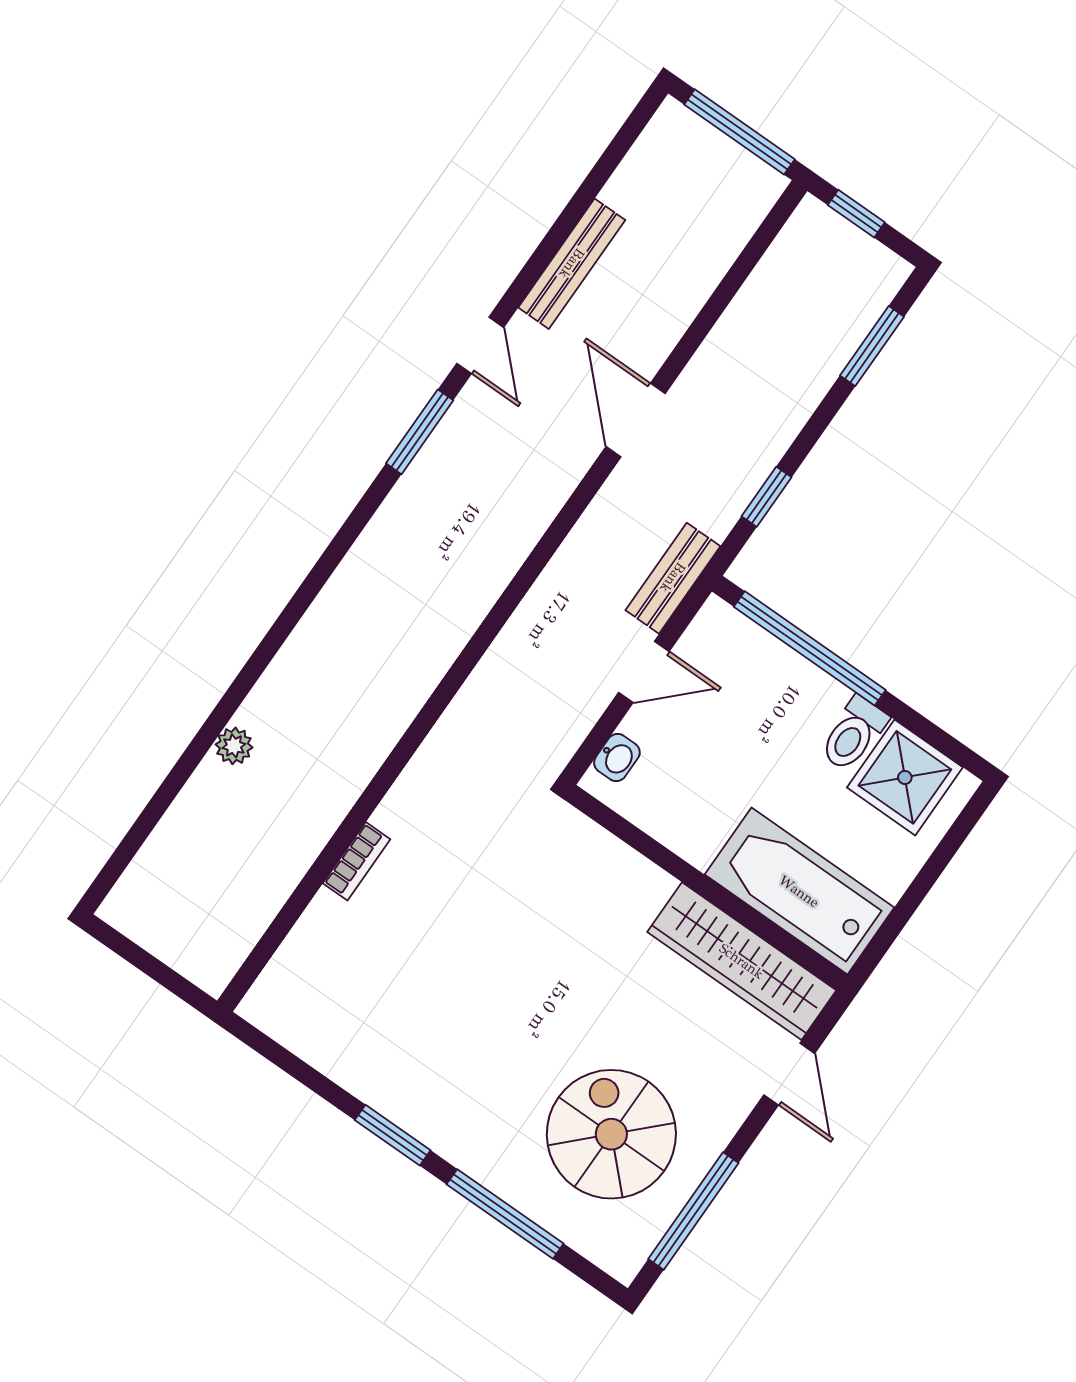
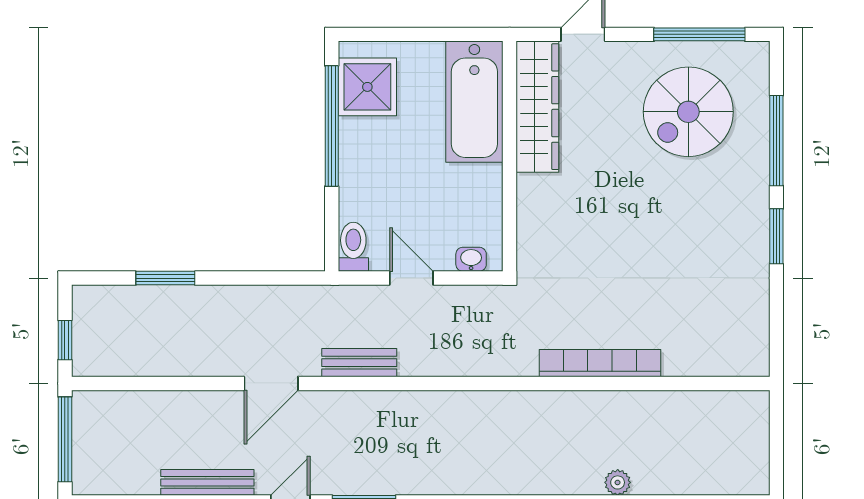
window: (872, 346) -> (165, 278), moved
window: (766, 497) -> (262, 278), removed
bench: (673, 578) -> (359, 363), moved
window: (810, 648) -> (332, 126), moved
toilet: (854, 734) -> (353, 247), moved, turned -90
bookcase: (357, 861) -> (600, 363), width x2.31, depth x1.31

